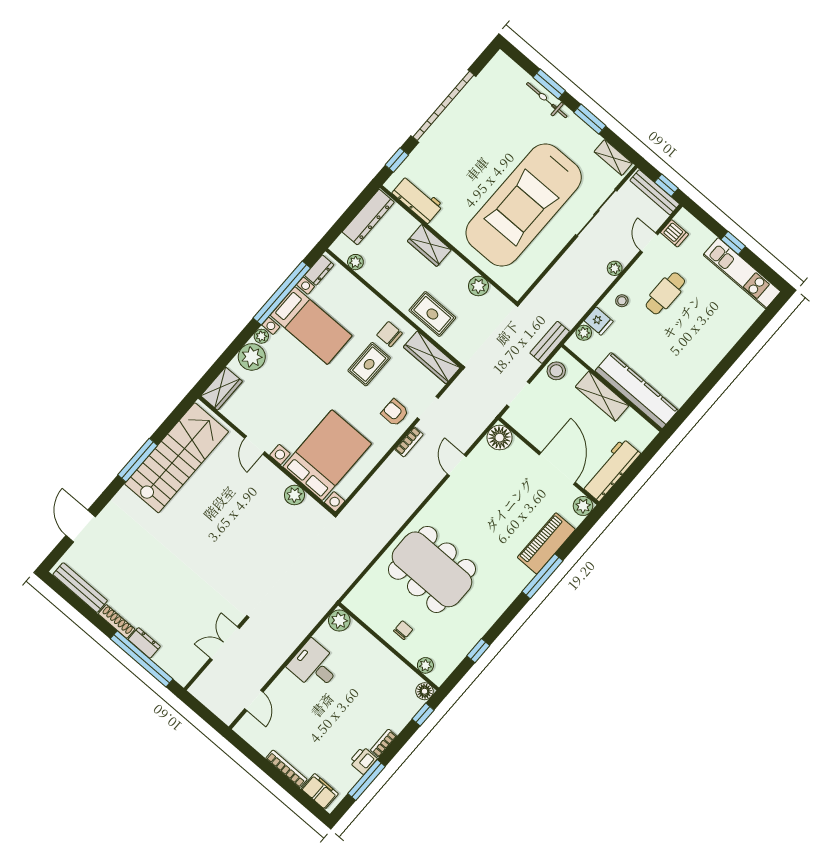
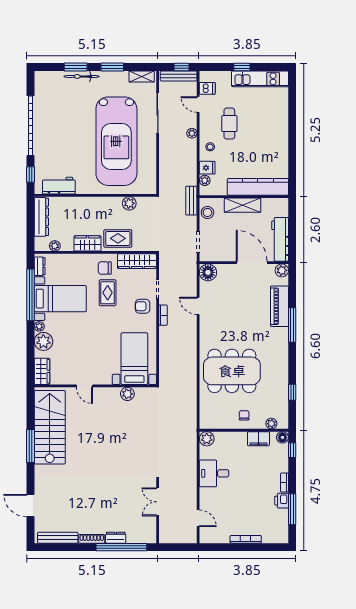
wardrobe: (429, 245) -> (87, 243), moved, turned 180
bed with nightstands: (327, 455) -> (134, 359), width x0.73
filing cabinet: (320, 791) -> (258, 439), moved, turned 180

